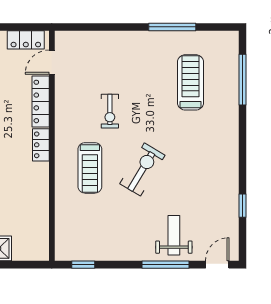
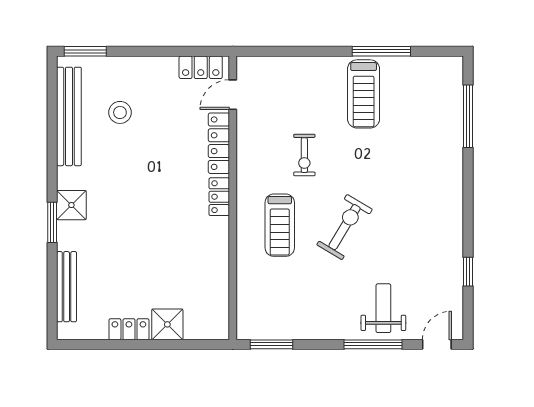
treadmill: (190, 82) -> (364, 94), moved, turned 180
window: (83, 265) -> (272, 344), width x1.50

